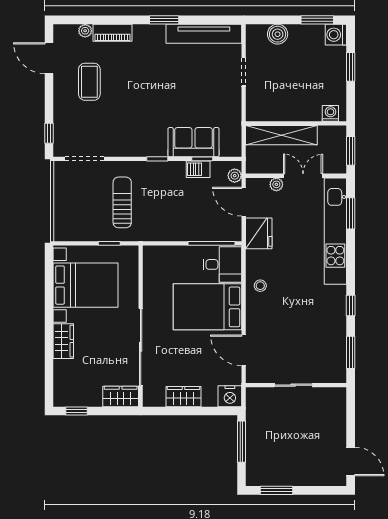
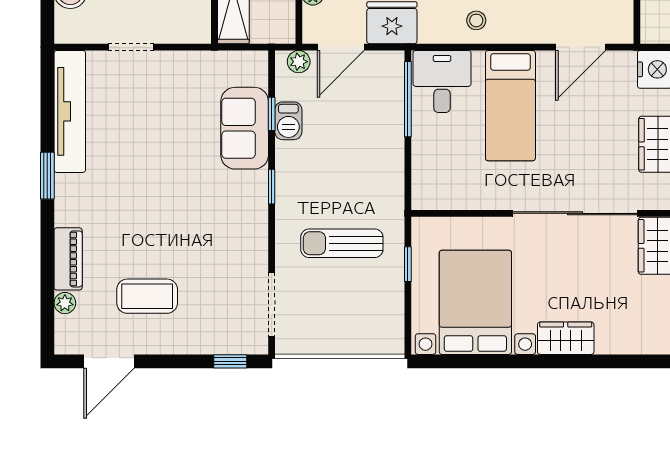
bed: (207, 307) -> (510, 106), width x0.67

